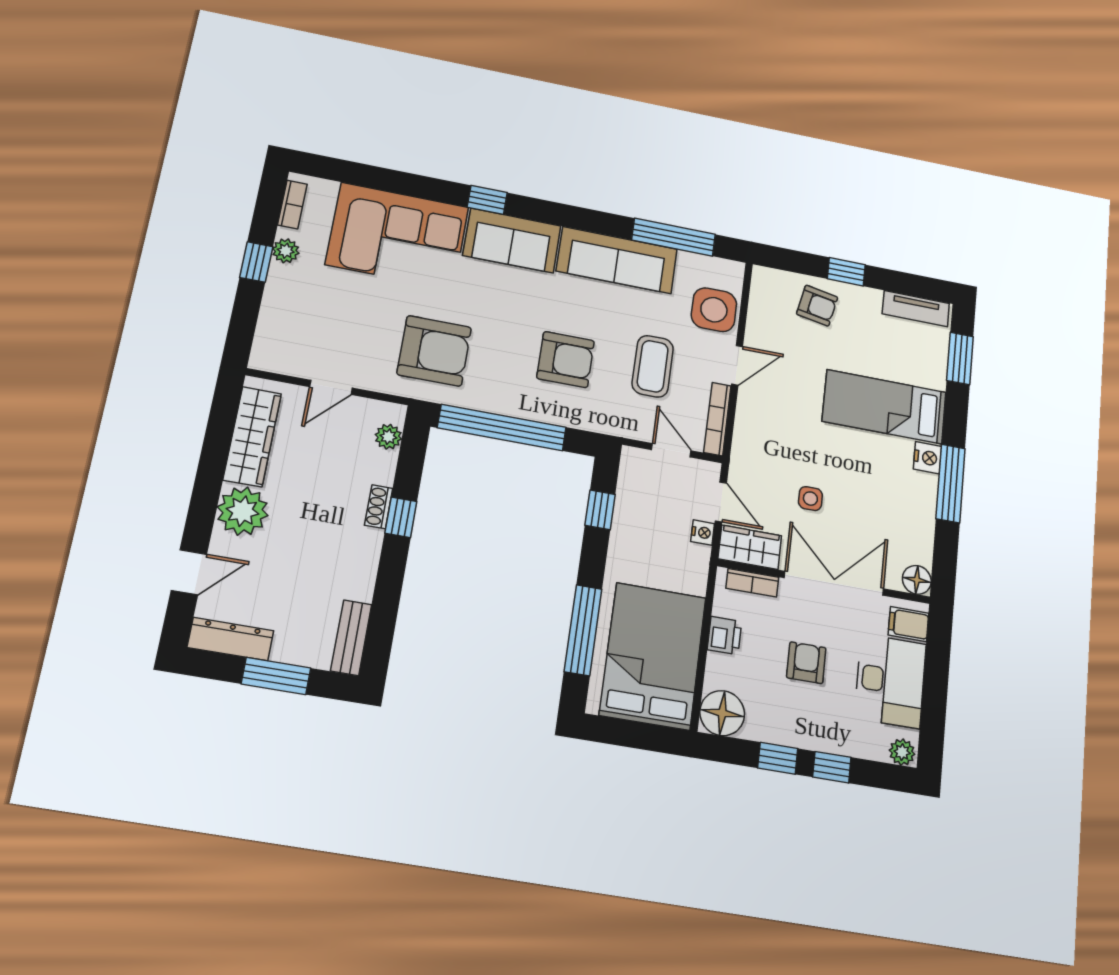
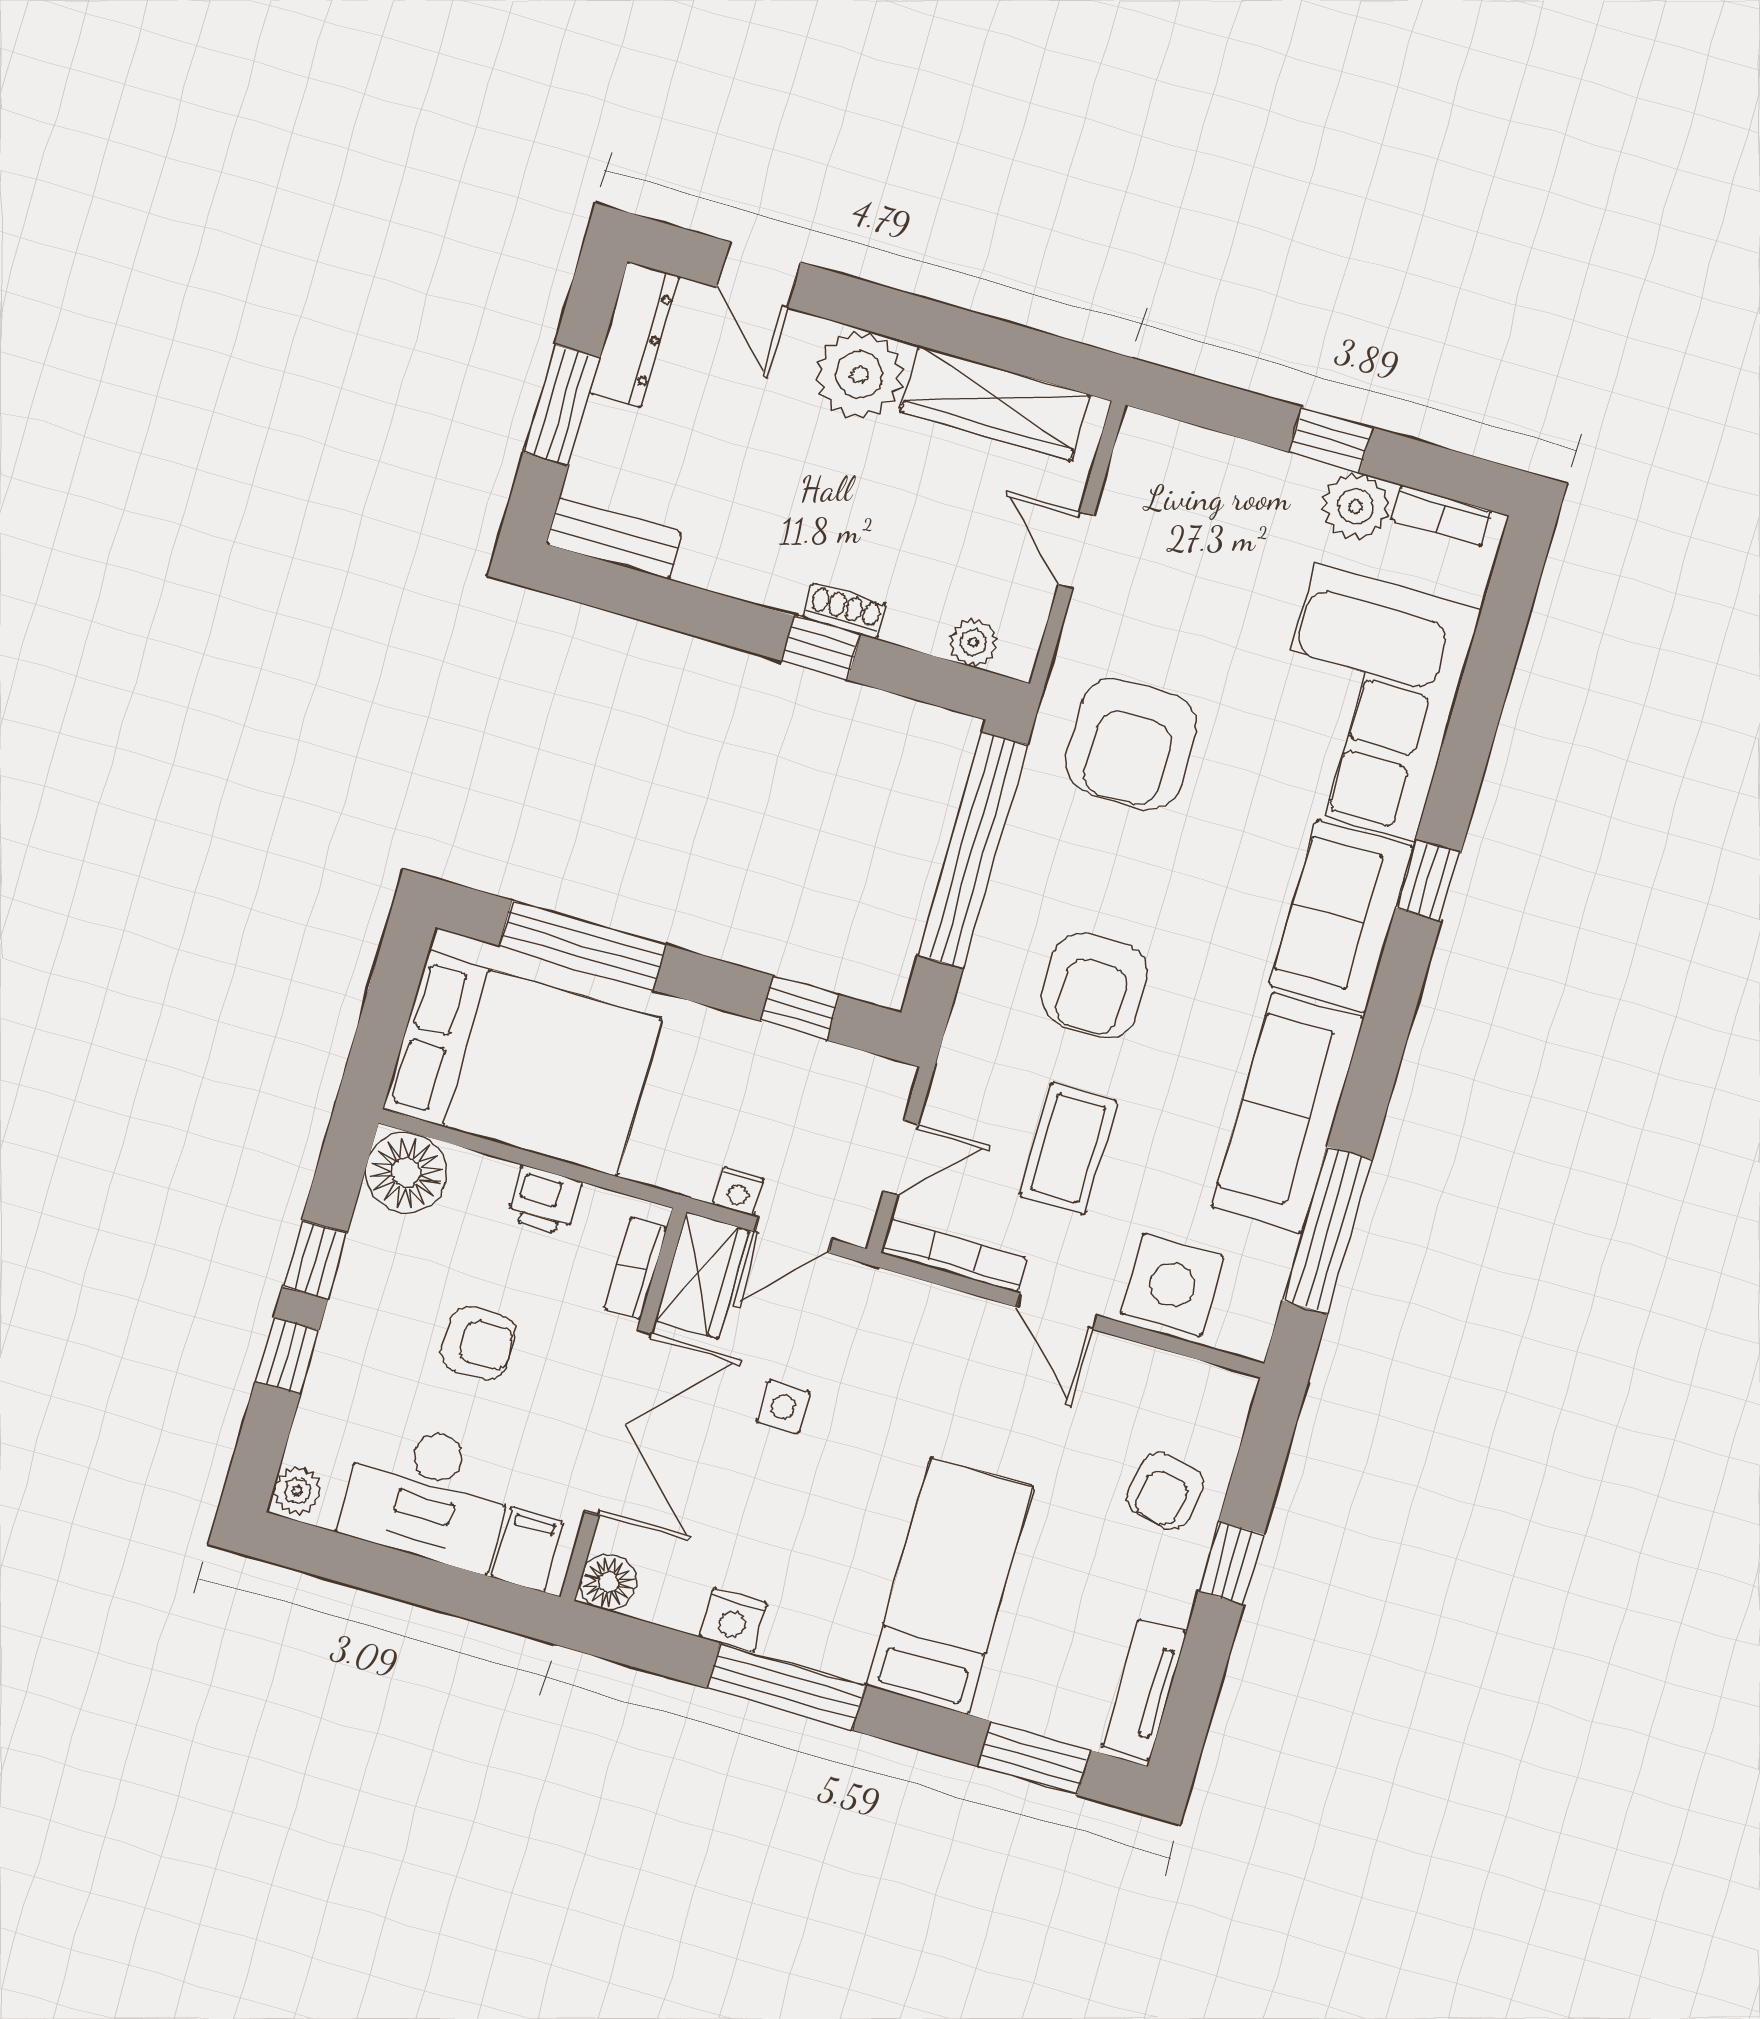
plant: (286, 251) -> (1356, 506), width x1.38, depth x1.38
coffee table: (653, 366) -> (1068, 1148), turned 90
nightstand: (927, 458) -> (733, 1620), moved

